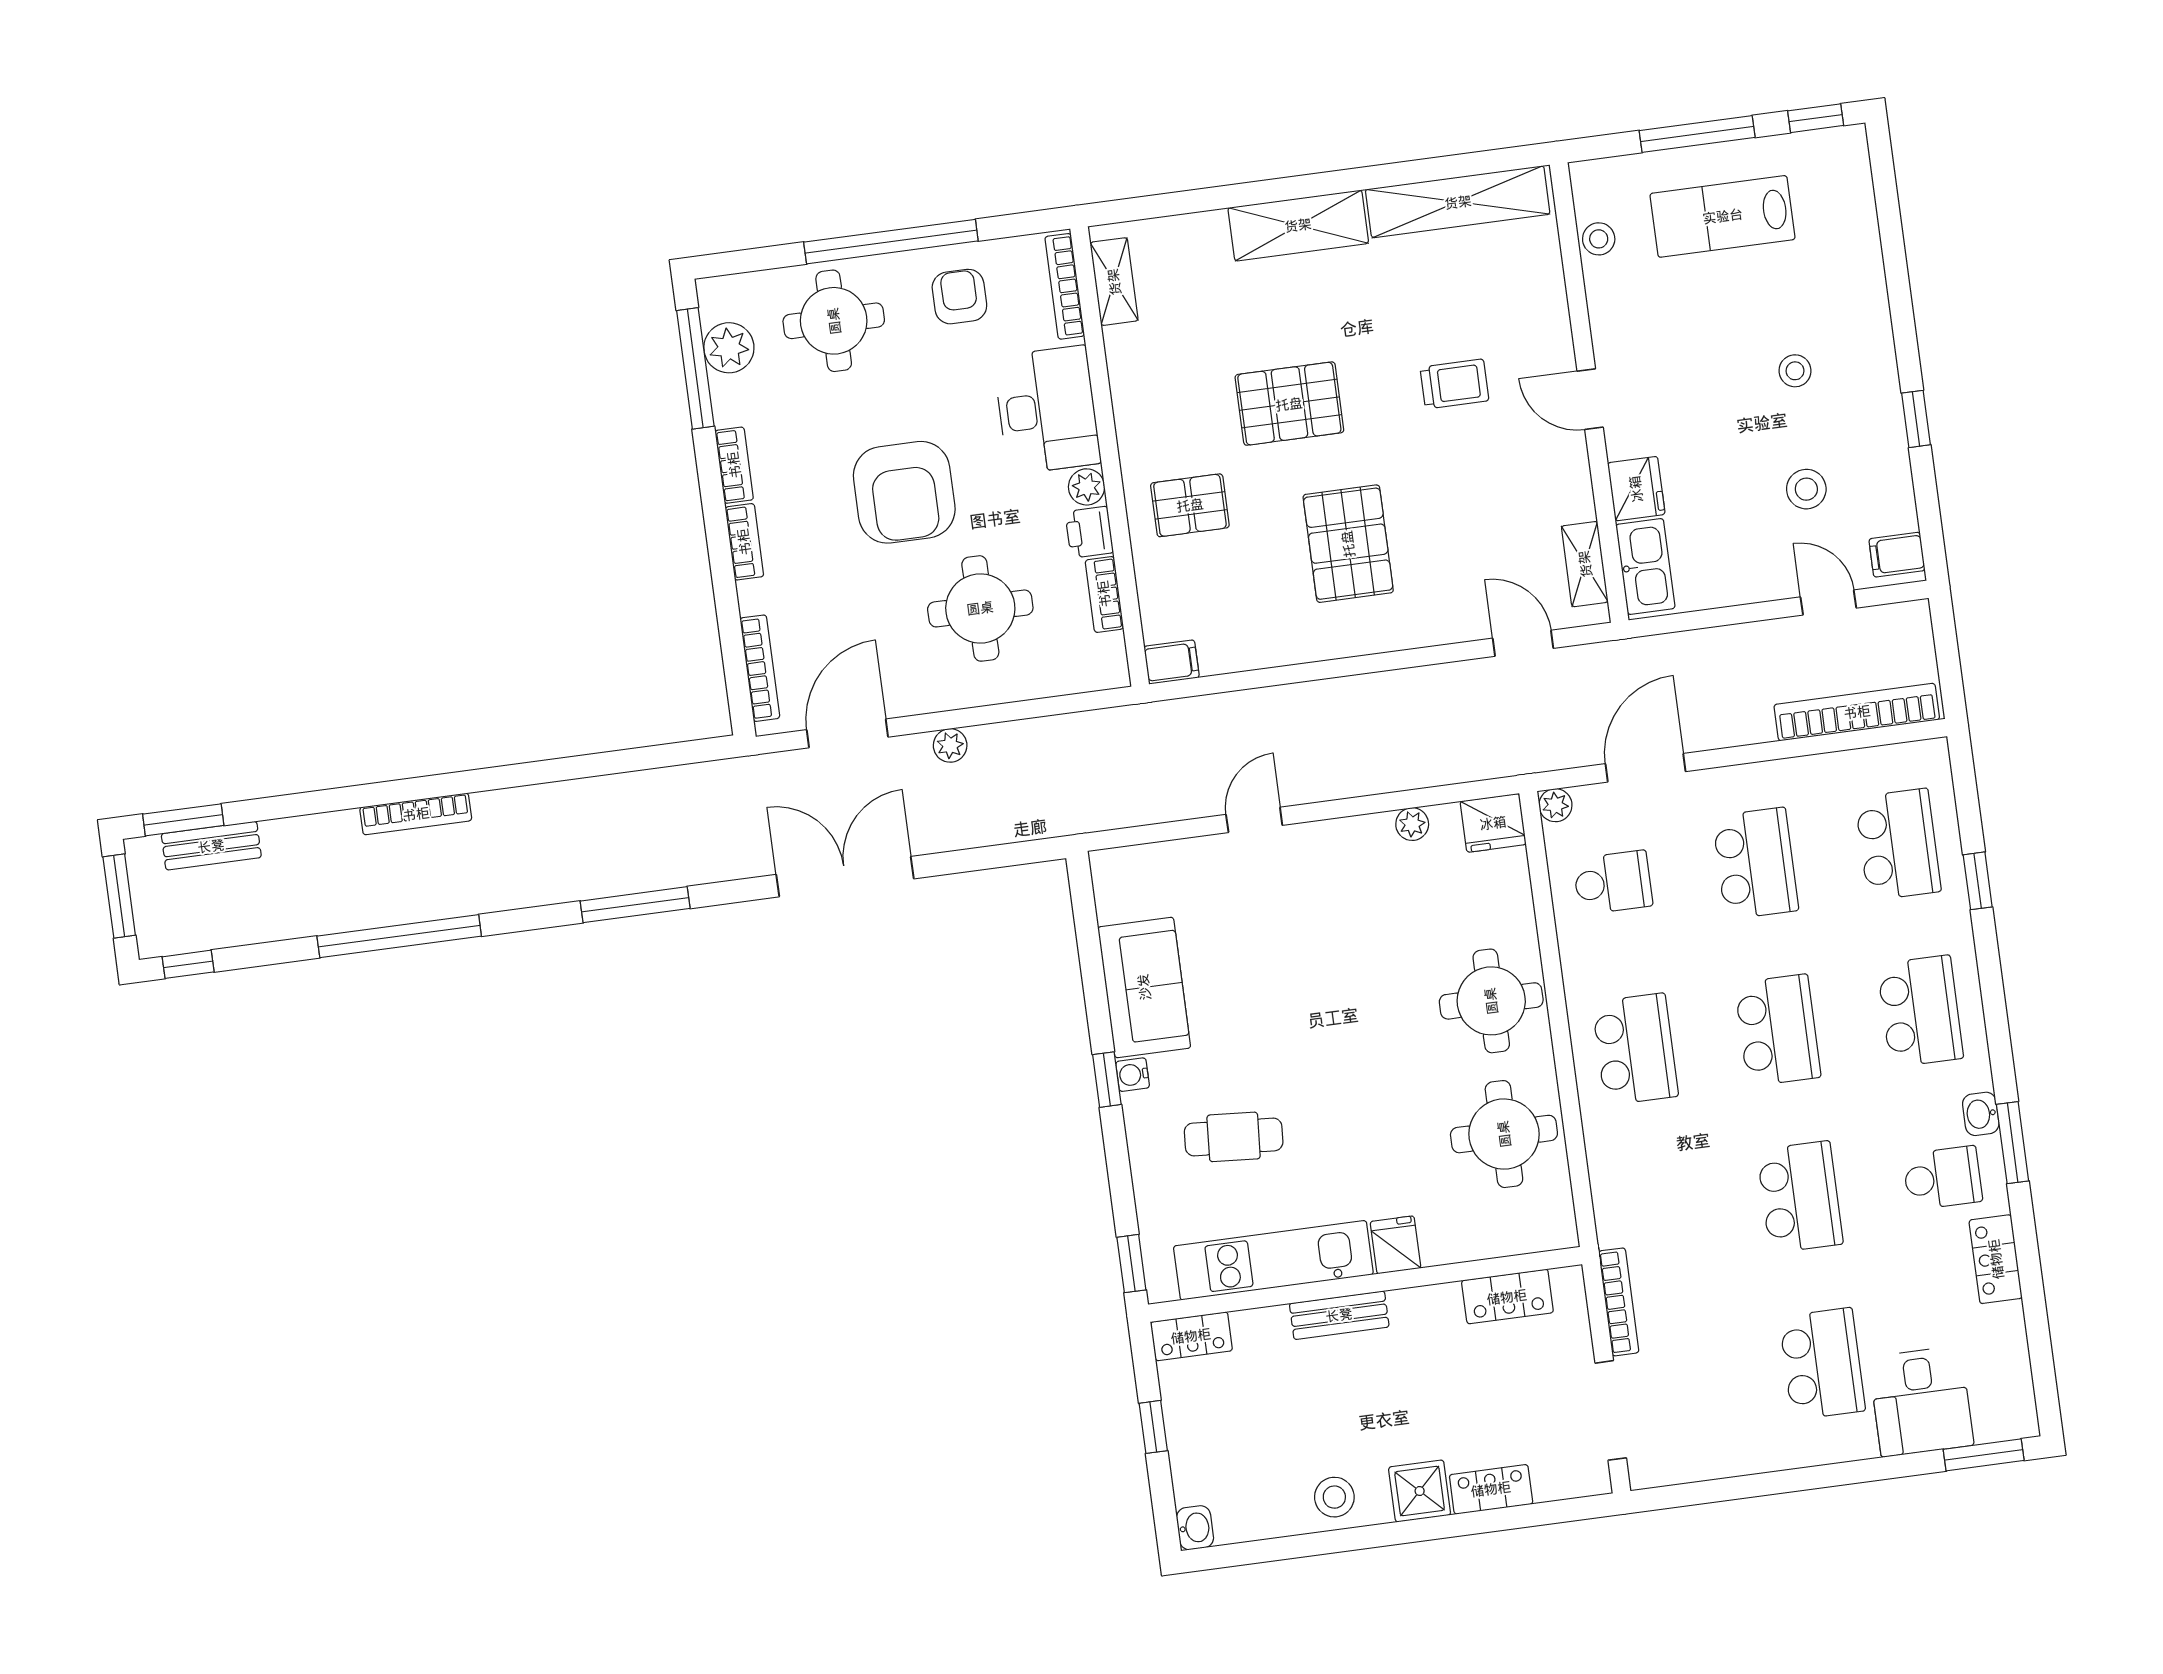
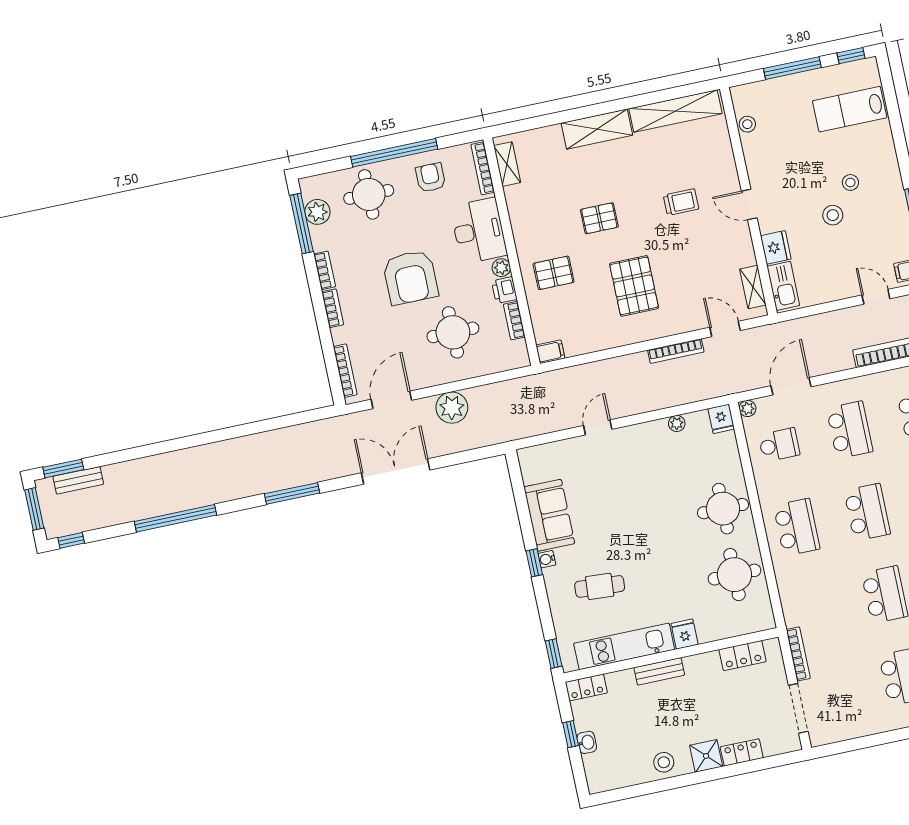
lab bench: (1723, 216) -> (850, 109), moved
pallet: (1289, 404) -> (599, 218), width x0.67, depth x0.71
stool: (1806, 489) -> (833, 215), moved
plant: (950, 745) -> (452, 408), width x1.88, depth x1.88
bookcase: (416, 814) -> (676, 351), moved
fridge: (1493, 823) -> (721, 419), width x0.72
washbasin: (1195, 1528) -> (587, 742), moved

